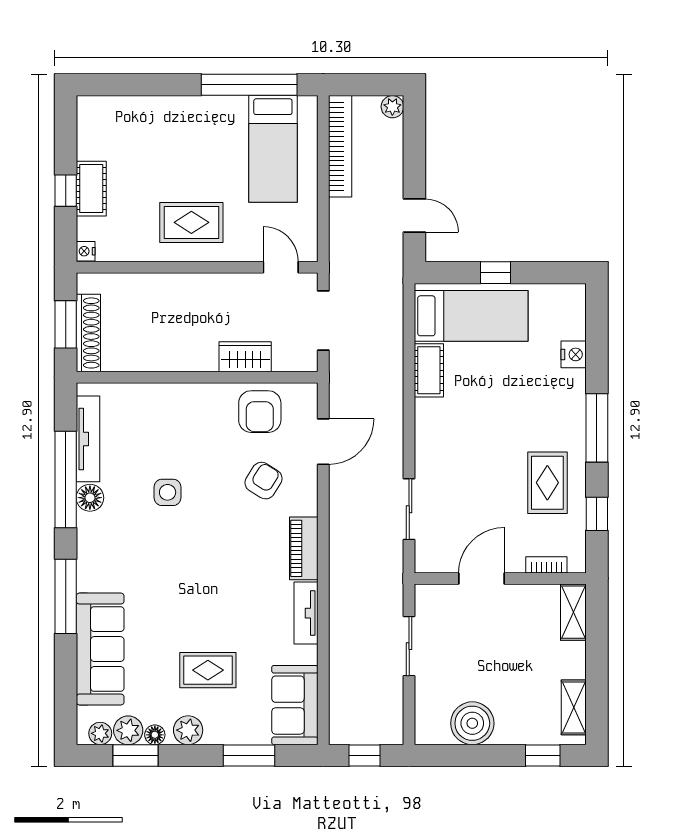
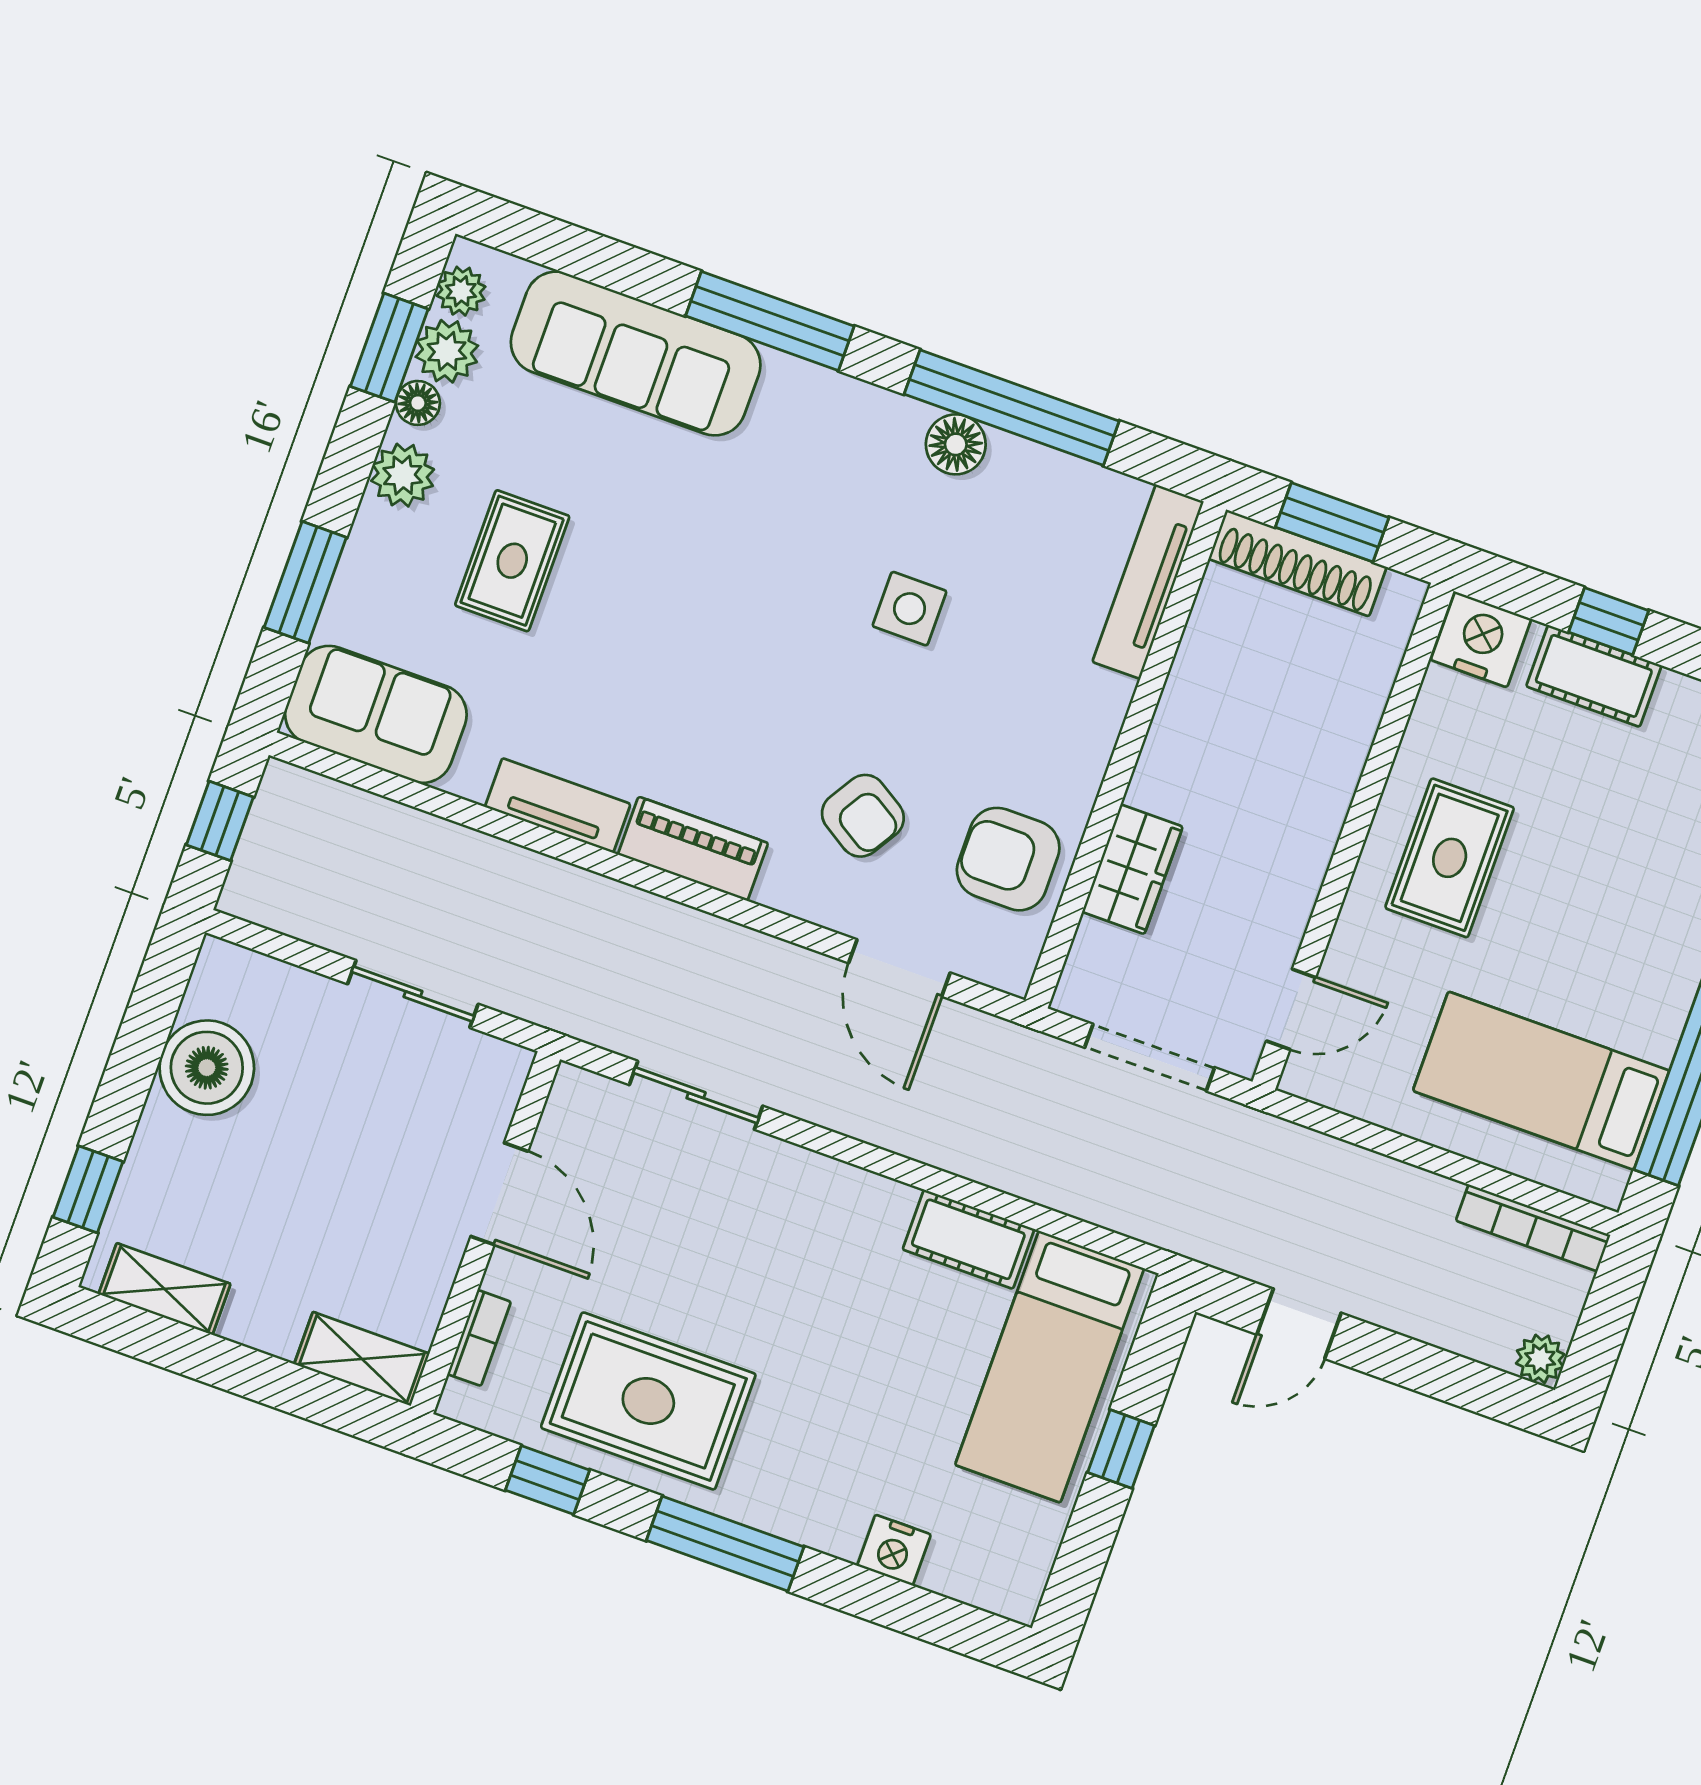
bookcase: (340, 146) -> (1533, 1228), width x0.68, depth x0.76
nightstand: (86, 251) -> (1481, 639), width x1.89, depth x1.79
tv unit: (88, 439) -> (1148, 582), moved, turned 90
rug: (547, 483) -> (648, 1401), width x1.36, depth x1.43

